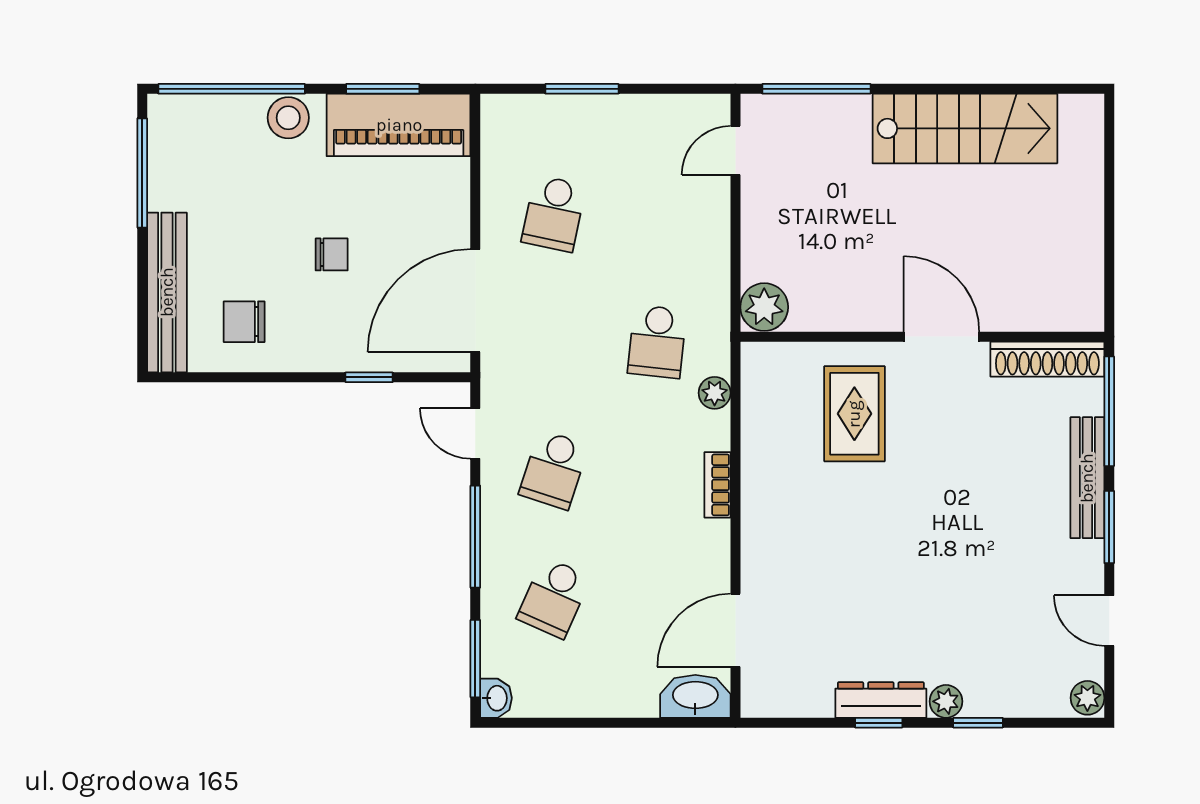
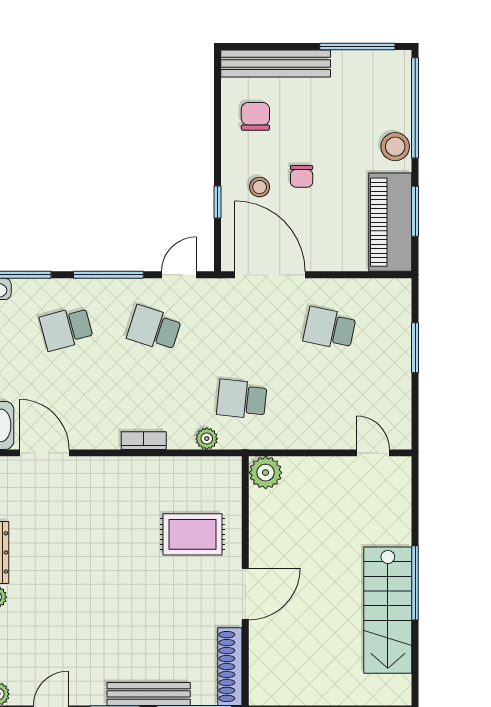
window: (816, 89) -> (415, 583), moved
stool: (347, 316) -> (260, 187), added
school desk: (554, 598) -> (66, 328), turned -39

